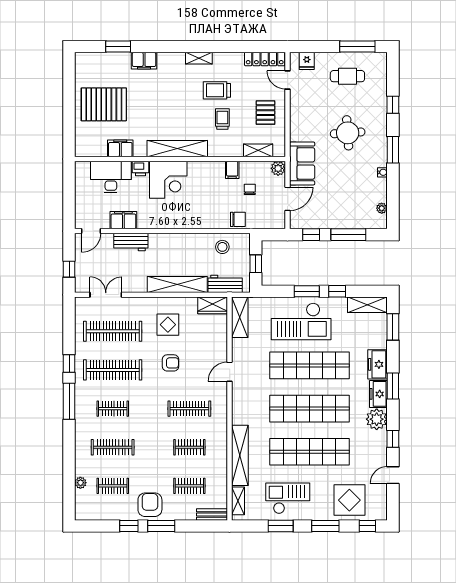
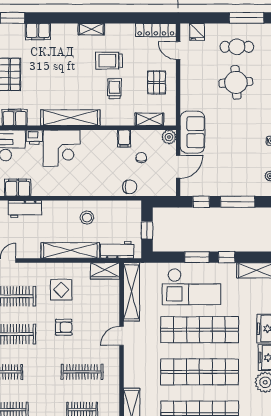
round table: (348, 133) -> (236, 82), moved
stool: (222, 247) -> (87, 218), moved
shelving: (240, 317) -> (131, 292), width x1.47

